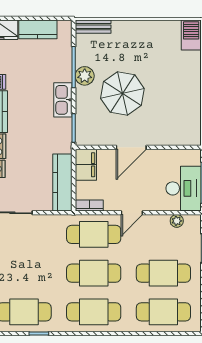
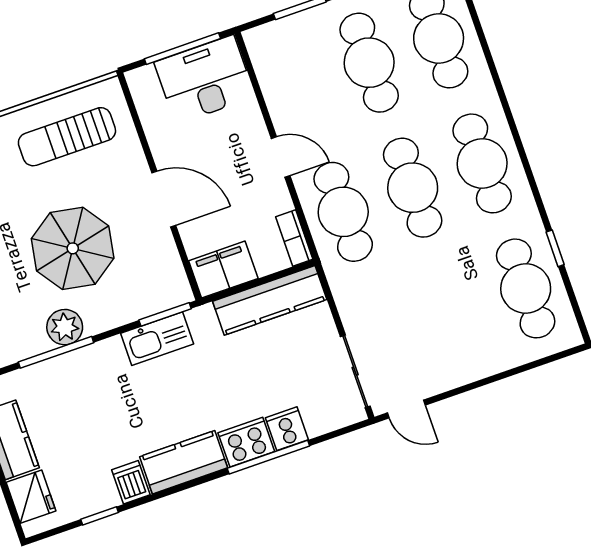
kitchen sink: (63, 100) -> (157, 339), moved
sun lounger: (179, 110) -> (67, 137), added
plant: (177, 221) -> (267, 71), removed

